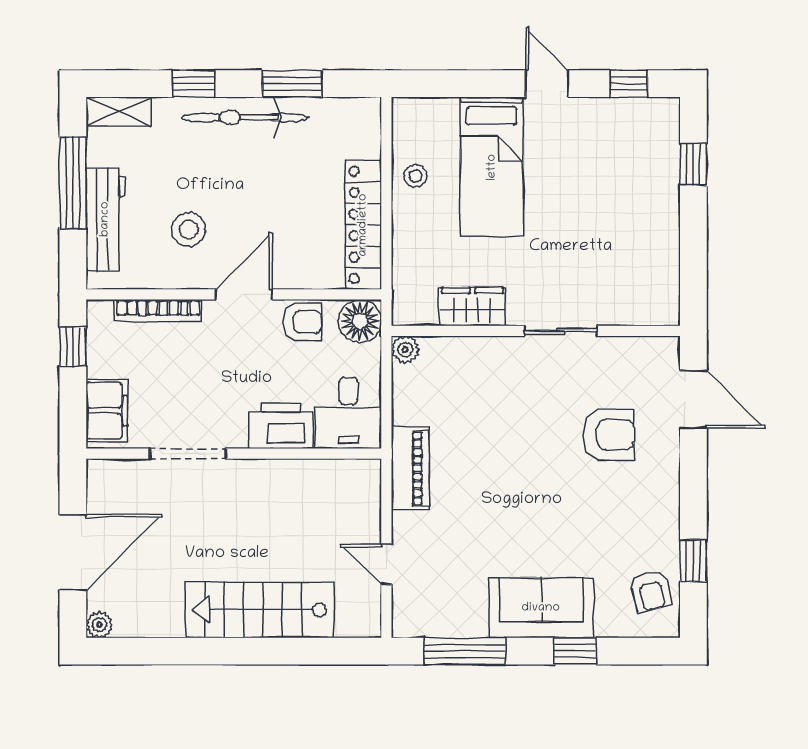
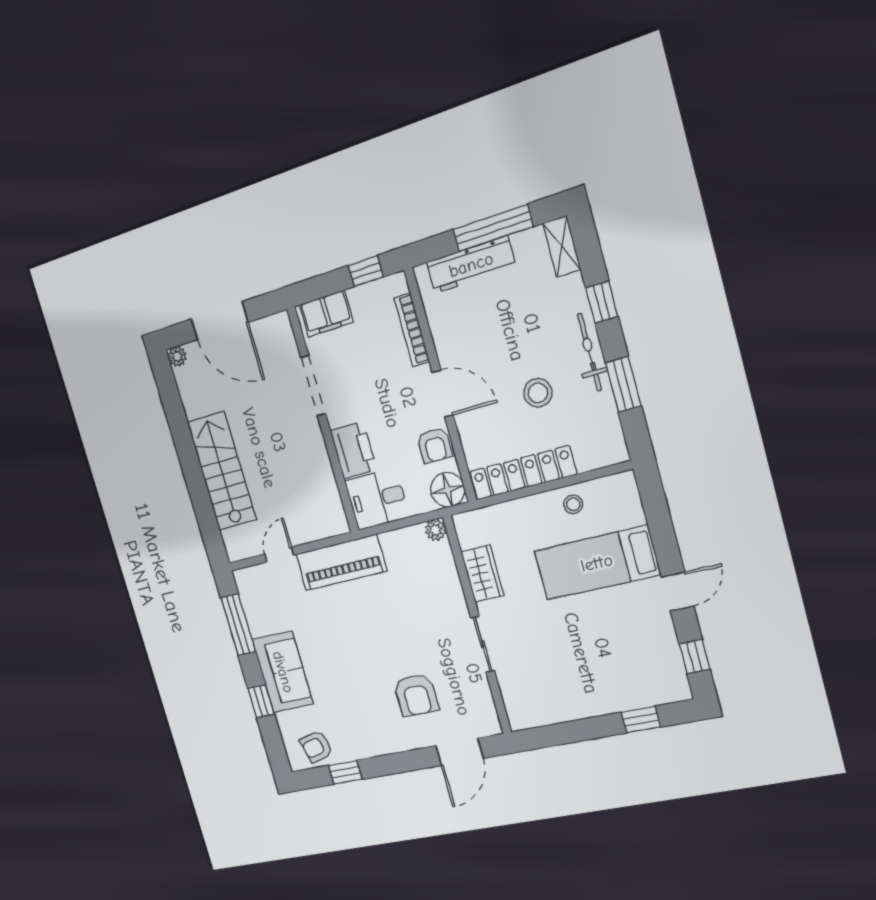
bicycle: (245, 118) -> (589, 352), width x0.73, depth x0.71
stool: (188, 229) -> (538, 393), moved
piano: (410, 468) -> (341, 562), width x1.37, depth x1.33

